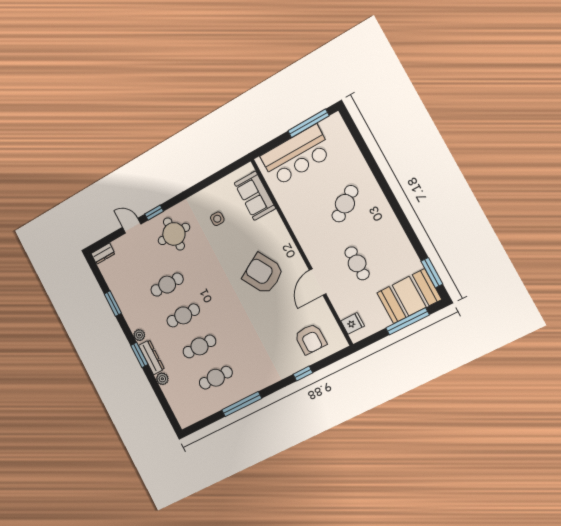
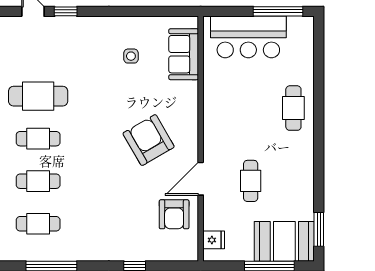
cafe table: (345, 204) -> (293, 108), moved, turned -55
round table: (174, 234) -> (75, 46), removed
cafe table: (167, 285) -> (38, 96), width x1.37, depth x1.35
armchair: (310, 339) -> (174, 214), moved

